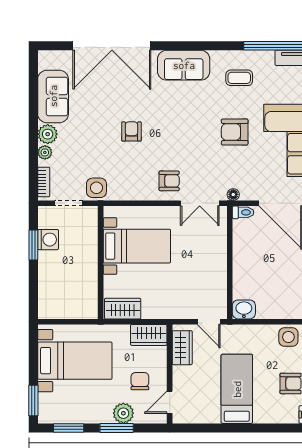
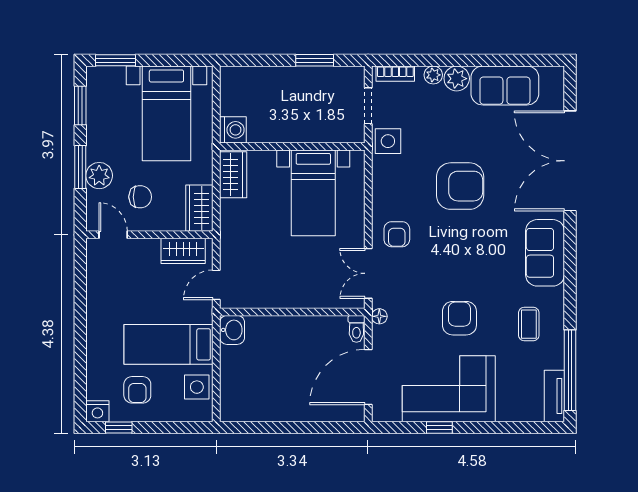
armchair: (132, 131) -> (460, 186), width x1.88, depth x1.88
washing machine: (48, 240) -> (233, 130), moved, turned -90
bed: (237, 389) -> (169, 344), moved, turned 180

